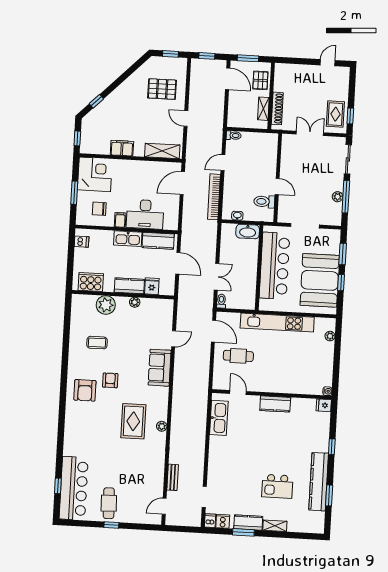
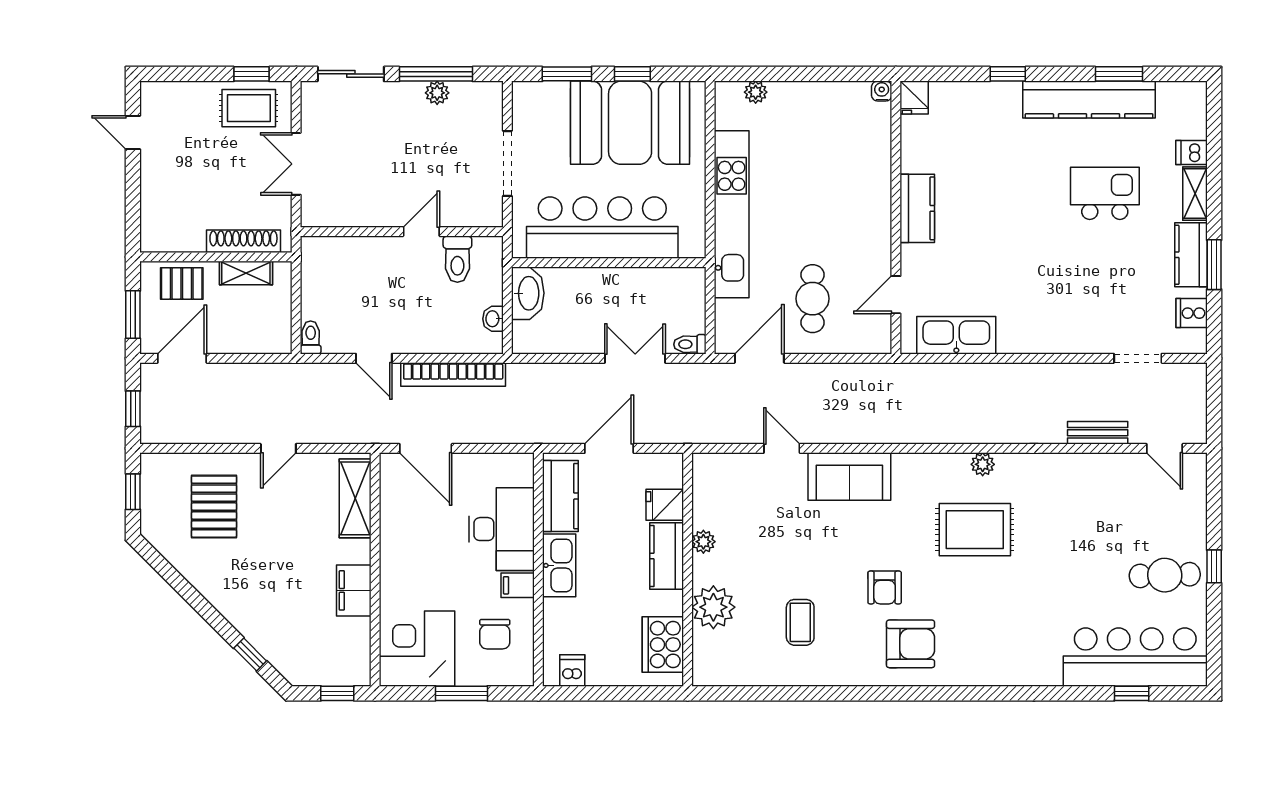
armchair: (110, 380) -> (885, 587), turned -90
kitchen island: (277, 486) -> (1105, 193), turned -90
dishwasher: (210, 521) -> (1192, 152), moved

